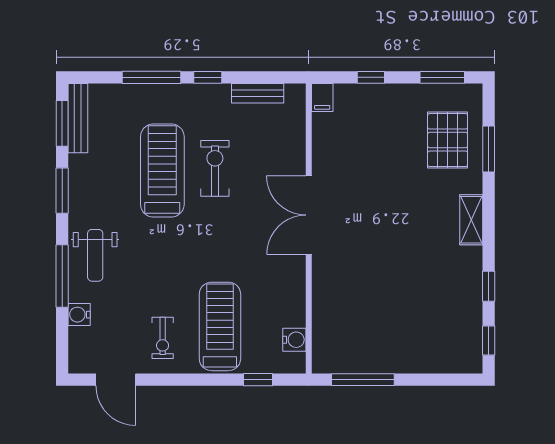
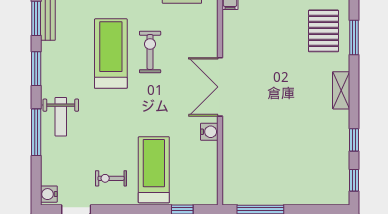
water cooler: (79, 315) -> (49, 194), moved
exercise bike: (163, 338) -> (111, 178), turned 90
water cooler: (294, 340) -> (209, 132), moved

